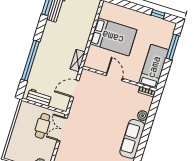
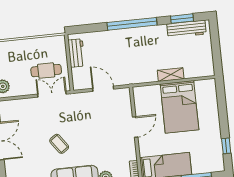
shelving: (77, 60) -> (171, 75), moved
window: (30, 61) -> (132, 24), moved
coffee table: (102, 140) -> (59, 144), added

